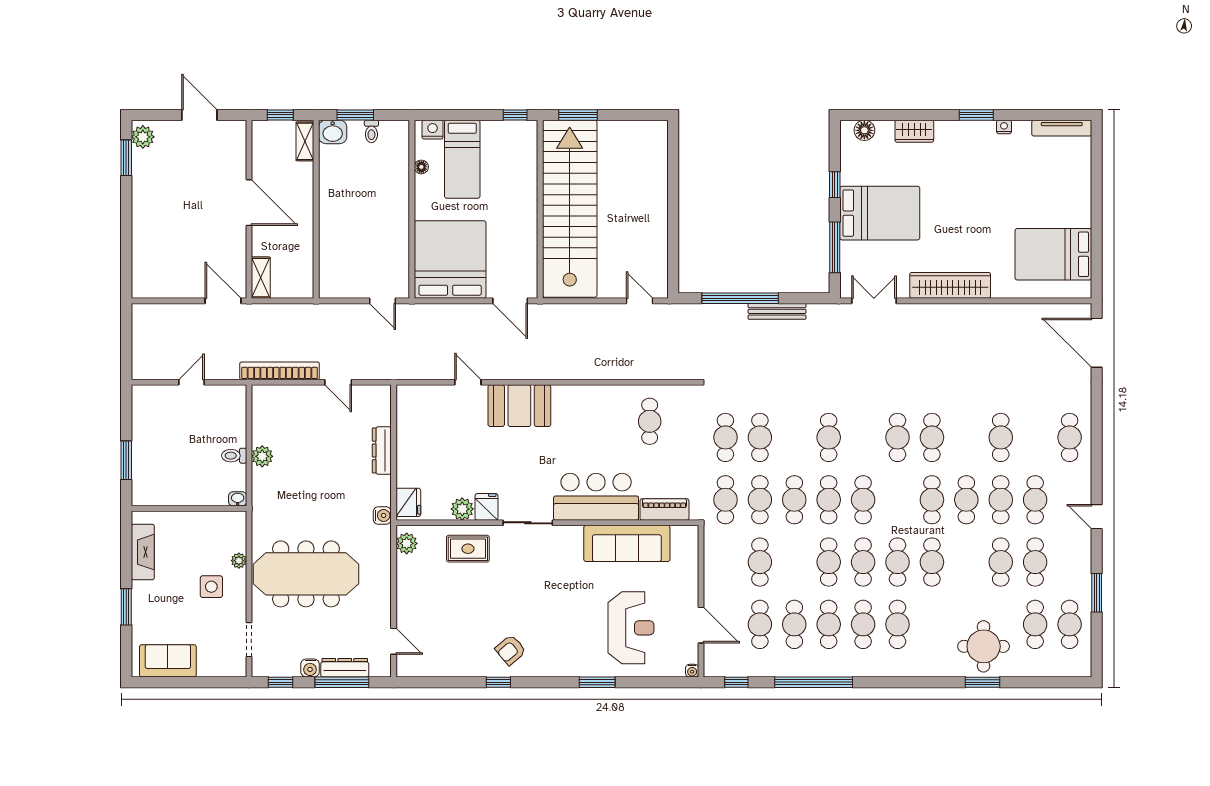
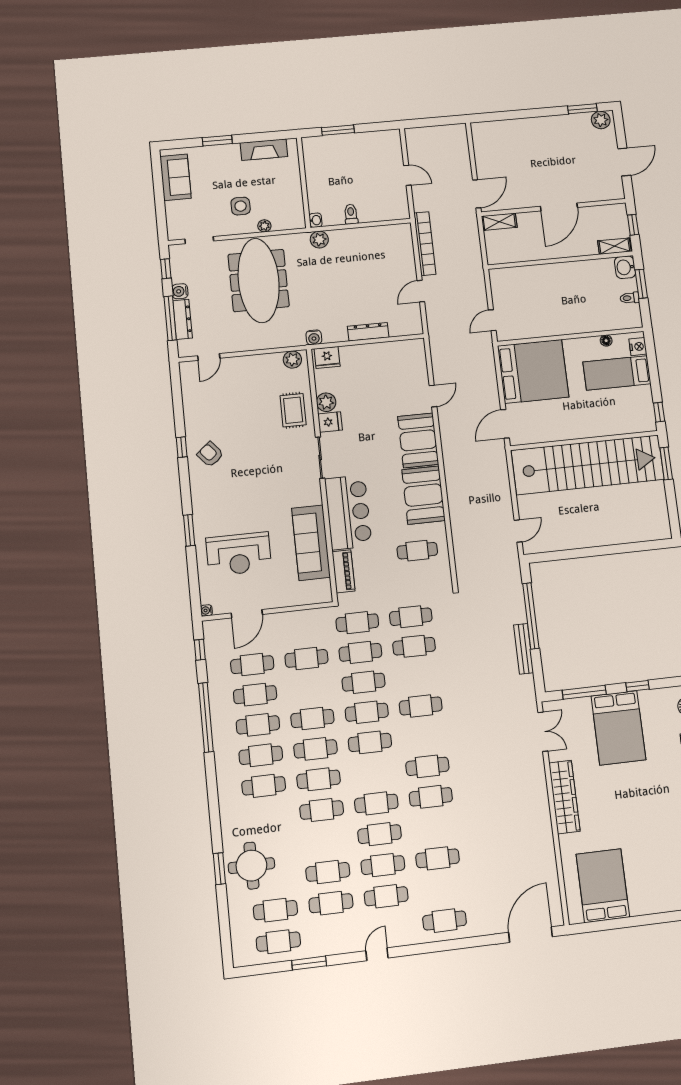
booth: (585, 407) -> (424, 495), added
plant: (262, 456) -> (319, 240), moved

